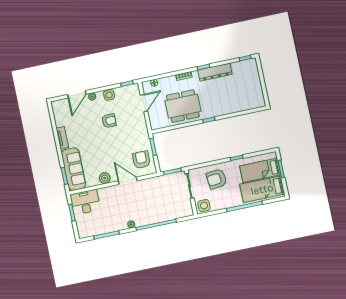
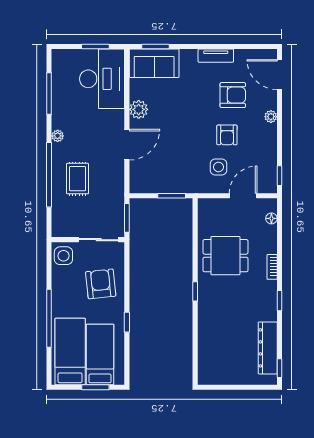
dresser: (215, 72) -> (268, 348), moved
door: (77, 94) -> (279, 75), moved
side table: (109, 95) -> (218, 167), moved
door: (144, 103) -> (243, 196), swing flipped
dining table: (183, 106) -> (225, 256), width x0.73
armchair: (141, 160) -> (233, 95), moved
sofa: (74, 169) -> (154, 63), width x0.73
desk: (85, 202) -> (102, 79), width x1.36, depth x1.30
rug: (155, 207) -> (78, 179), added

